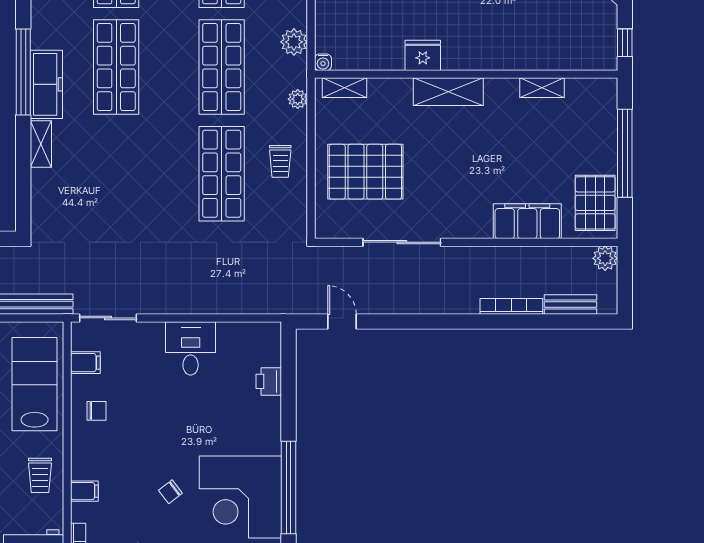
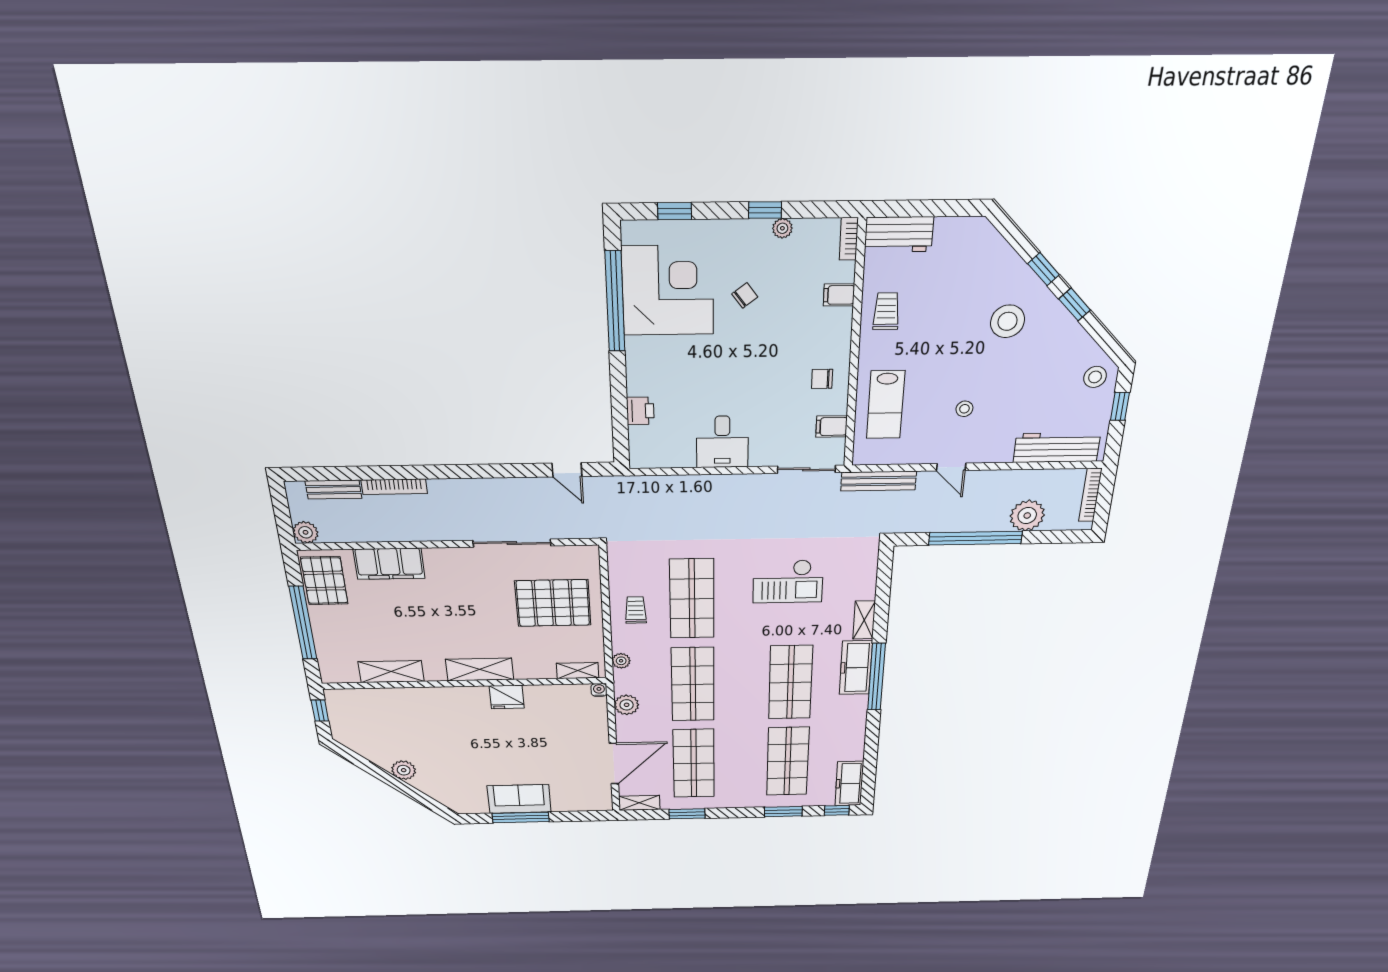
shelving: (542, 88) -> (391, 672), width x1.50, depth x1.33
checkout: (123, 192) -> (788, 581), added
lab bench: (35, 384) -> (886, 405), width x0.73, depth x0.72

